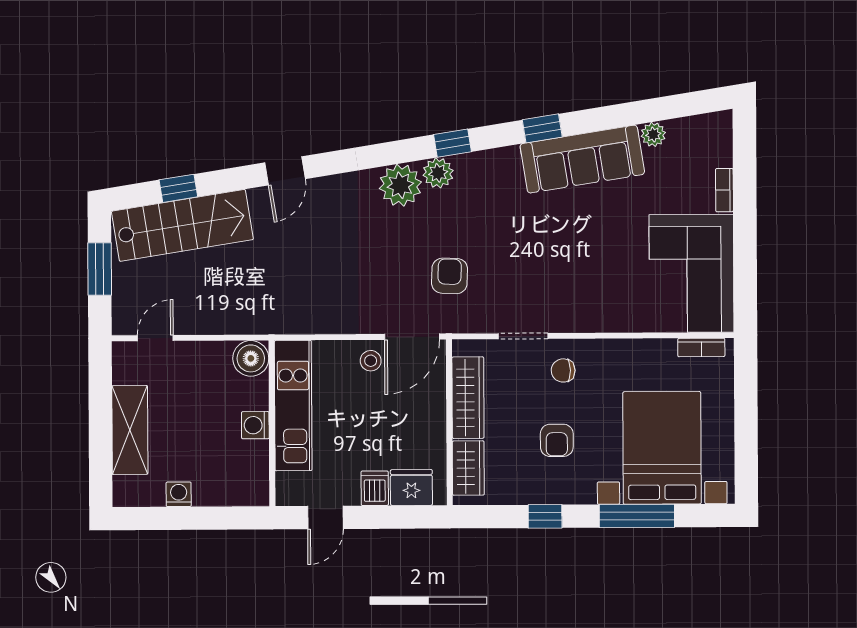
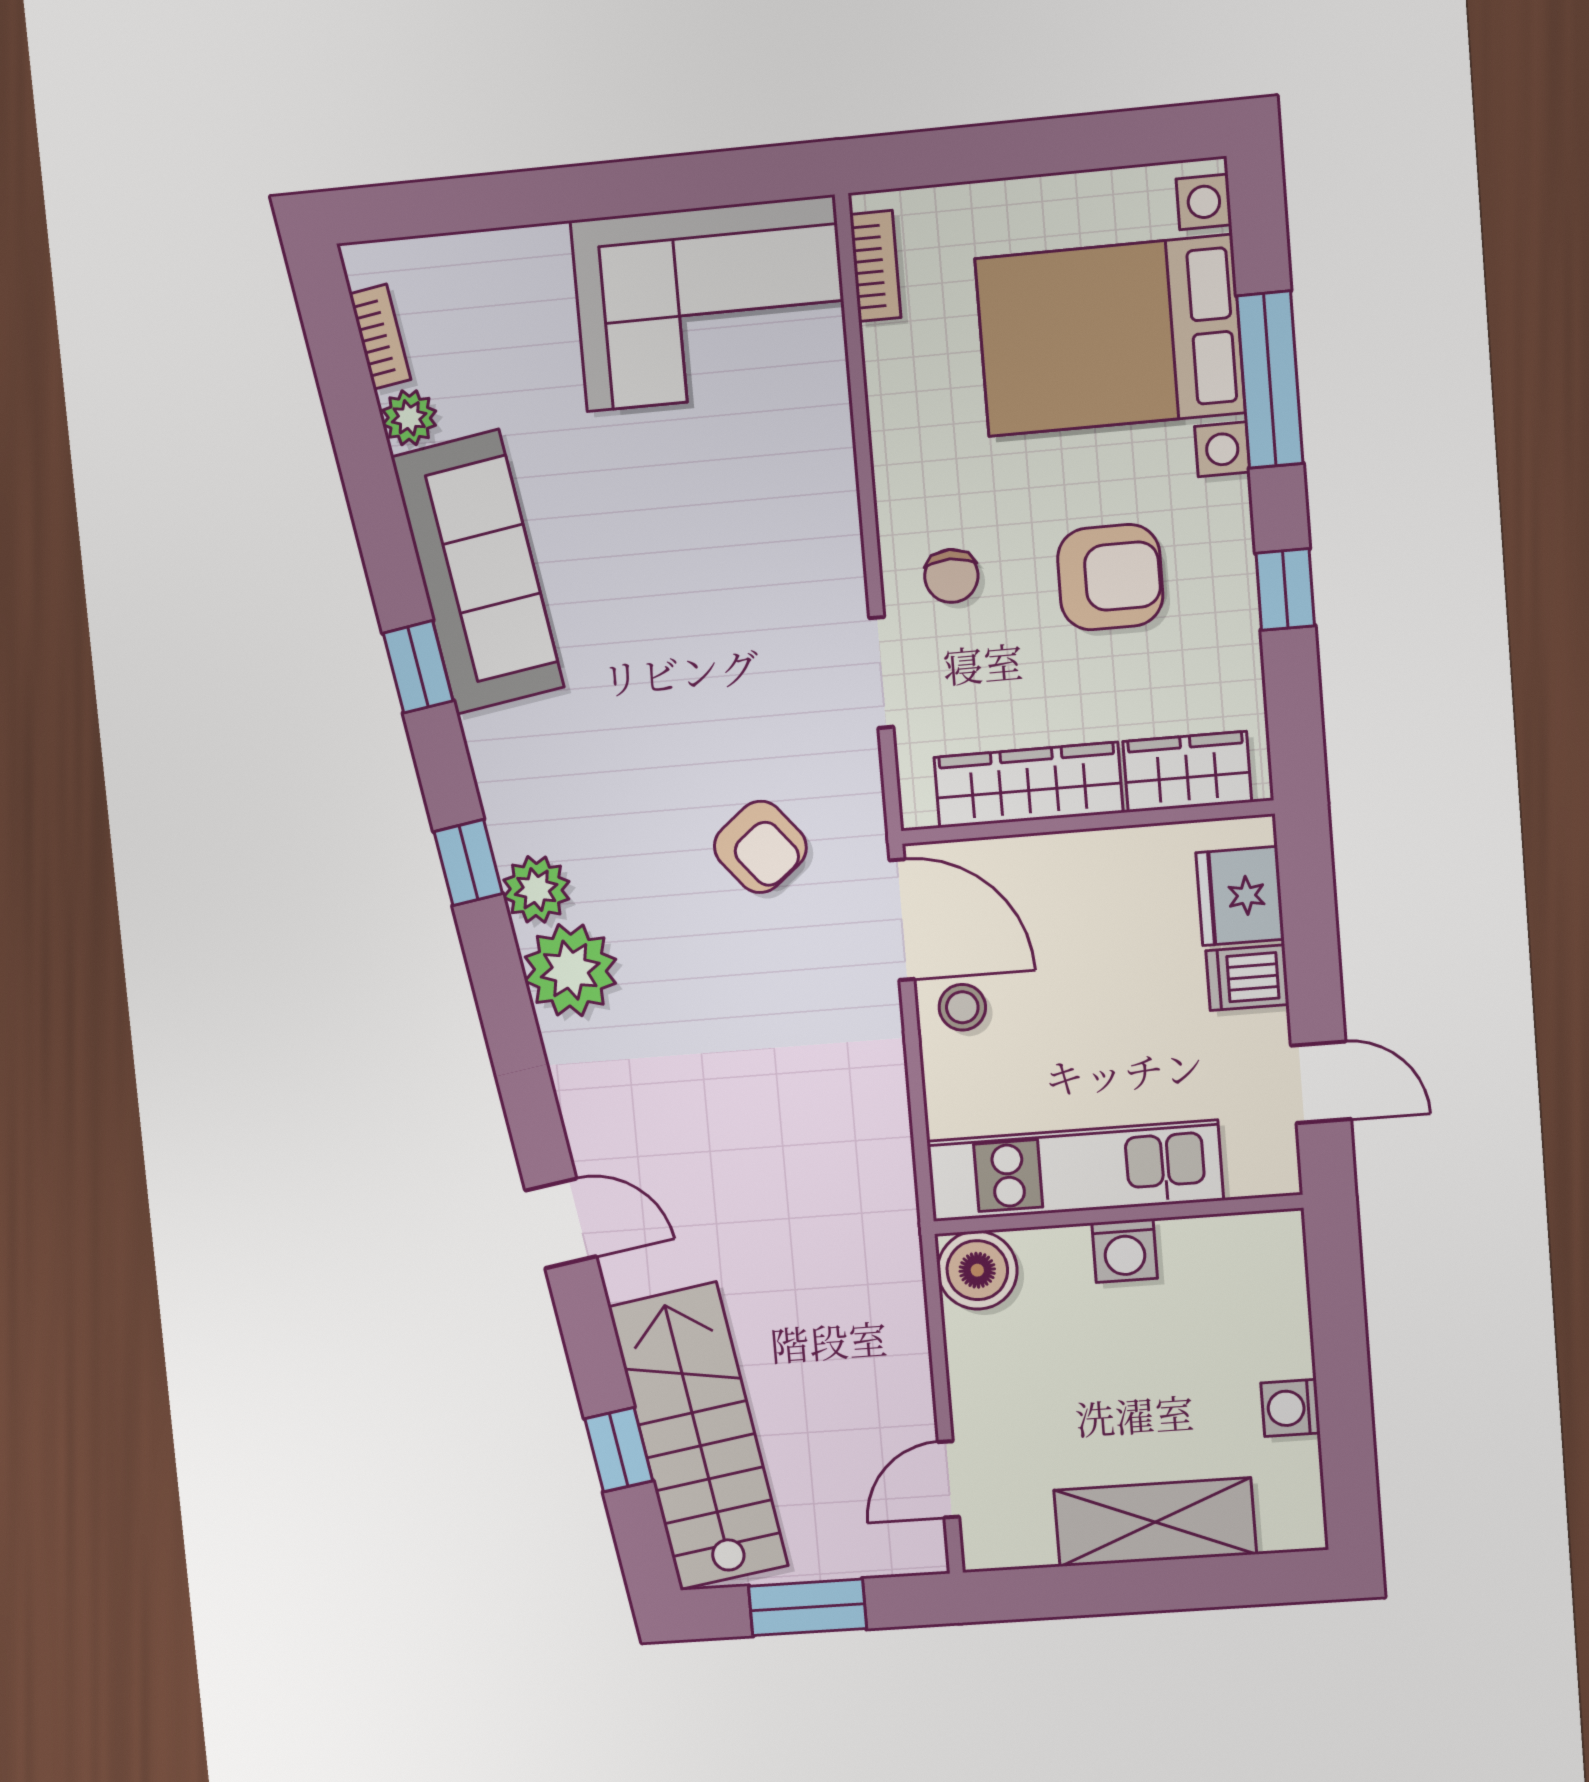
bookcase: (724, 190) -> (380, 337), moved, turned -99
armchair: (450, 276) -> (760, 847), turned -131
door: (155, 338) -> (949, 1479), hinge flipped
armchair: (557, 440) -> (1110, 577), width x1.38, depth x1.38

